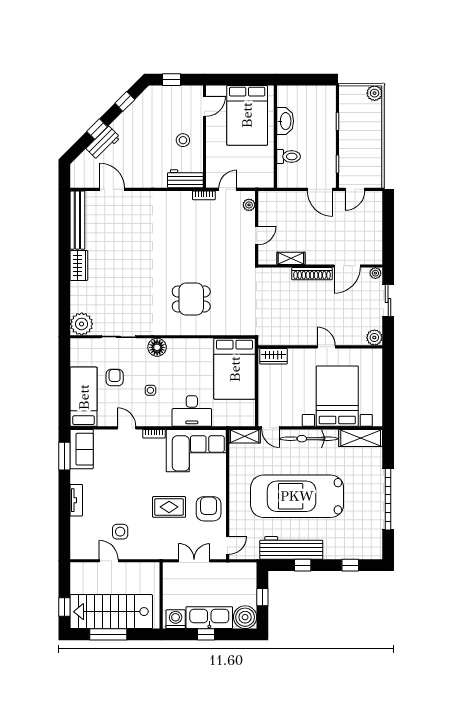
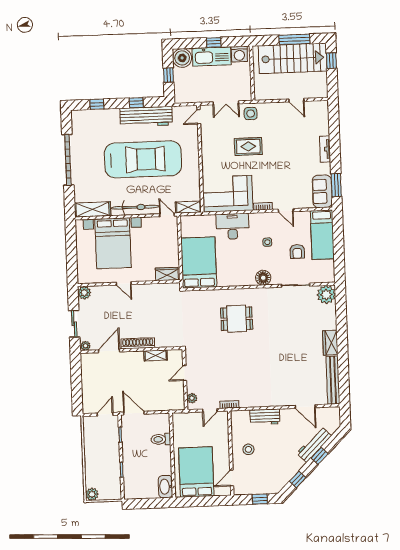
washbasin: (285, 121) -> (165, 487), moved
workbench: (103, 143) -> (314, 445), width x1.38
workbench: (185, 179) -> (265, 417), moved
armchair: (209, 509) -> (216, 146), removed
side table: (120, 532) -> (251, 114), moved

